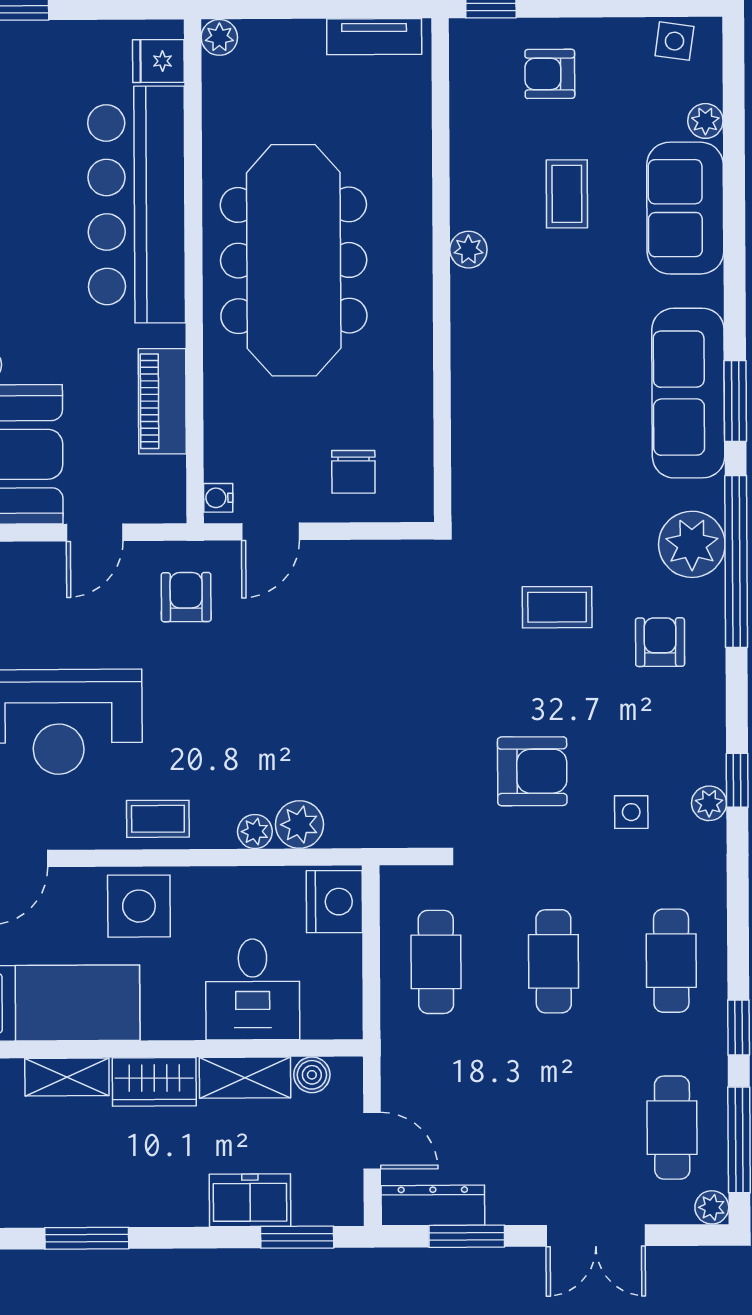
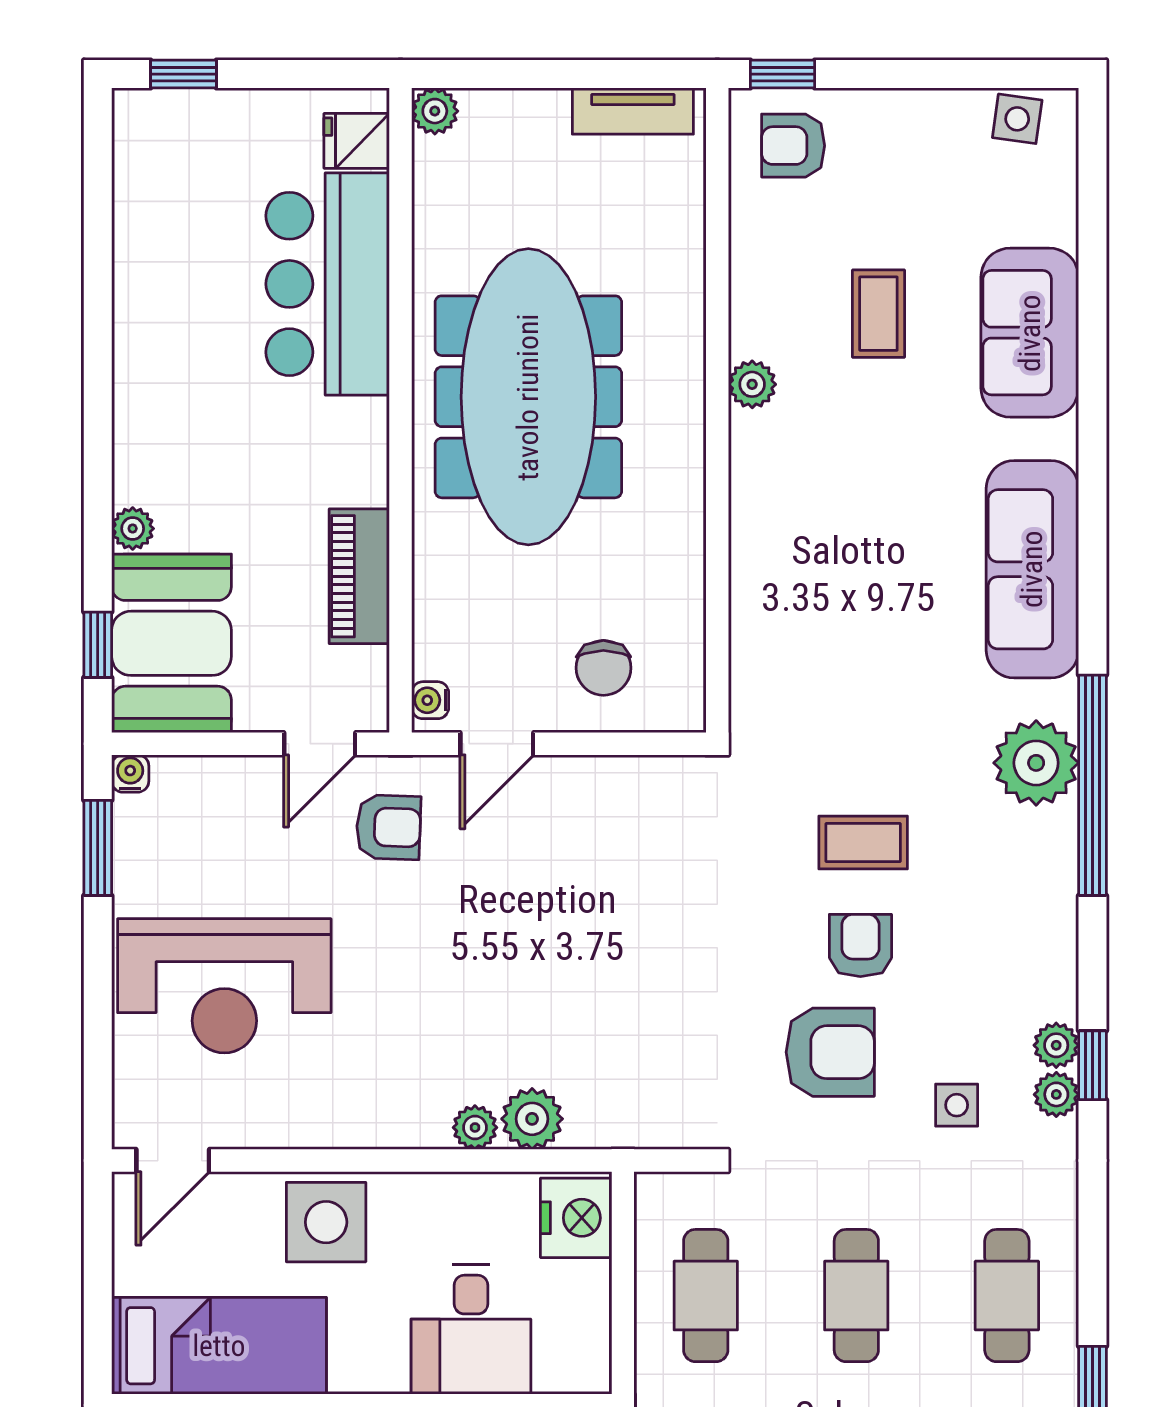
armchair: (550, 74) -> (793, 146), moved
plant: (705, 121) -> (1056, 1045), moved
bar counter: (137, 205) -> (328, 284), width x0.73
window: (735, 401) -> (1093, 580), removed
door: (95, 532) -> (320, 744), moved
armchair: (186, 597) -> (389, 827), turned 92
armchair: (660, 642) -> (860, 945), moved
coffee table: (158, 819) -> (351, 1111), removed

